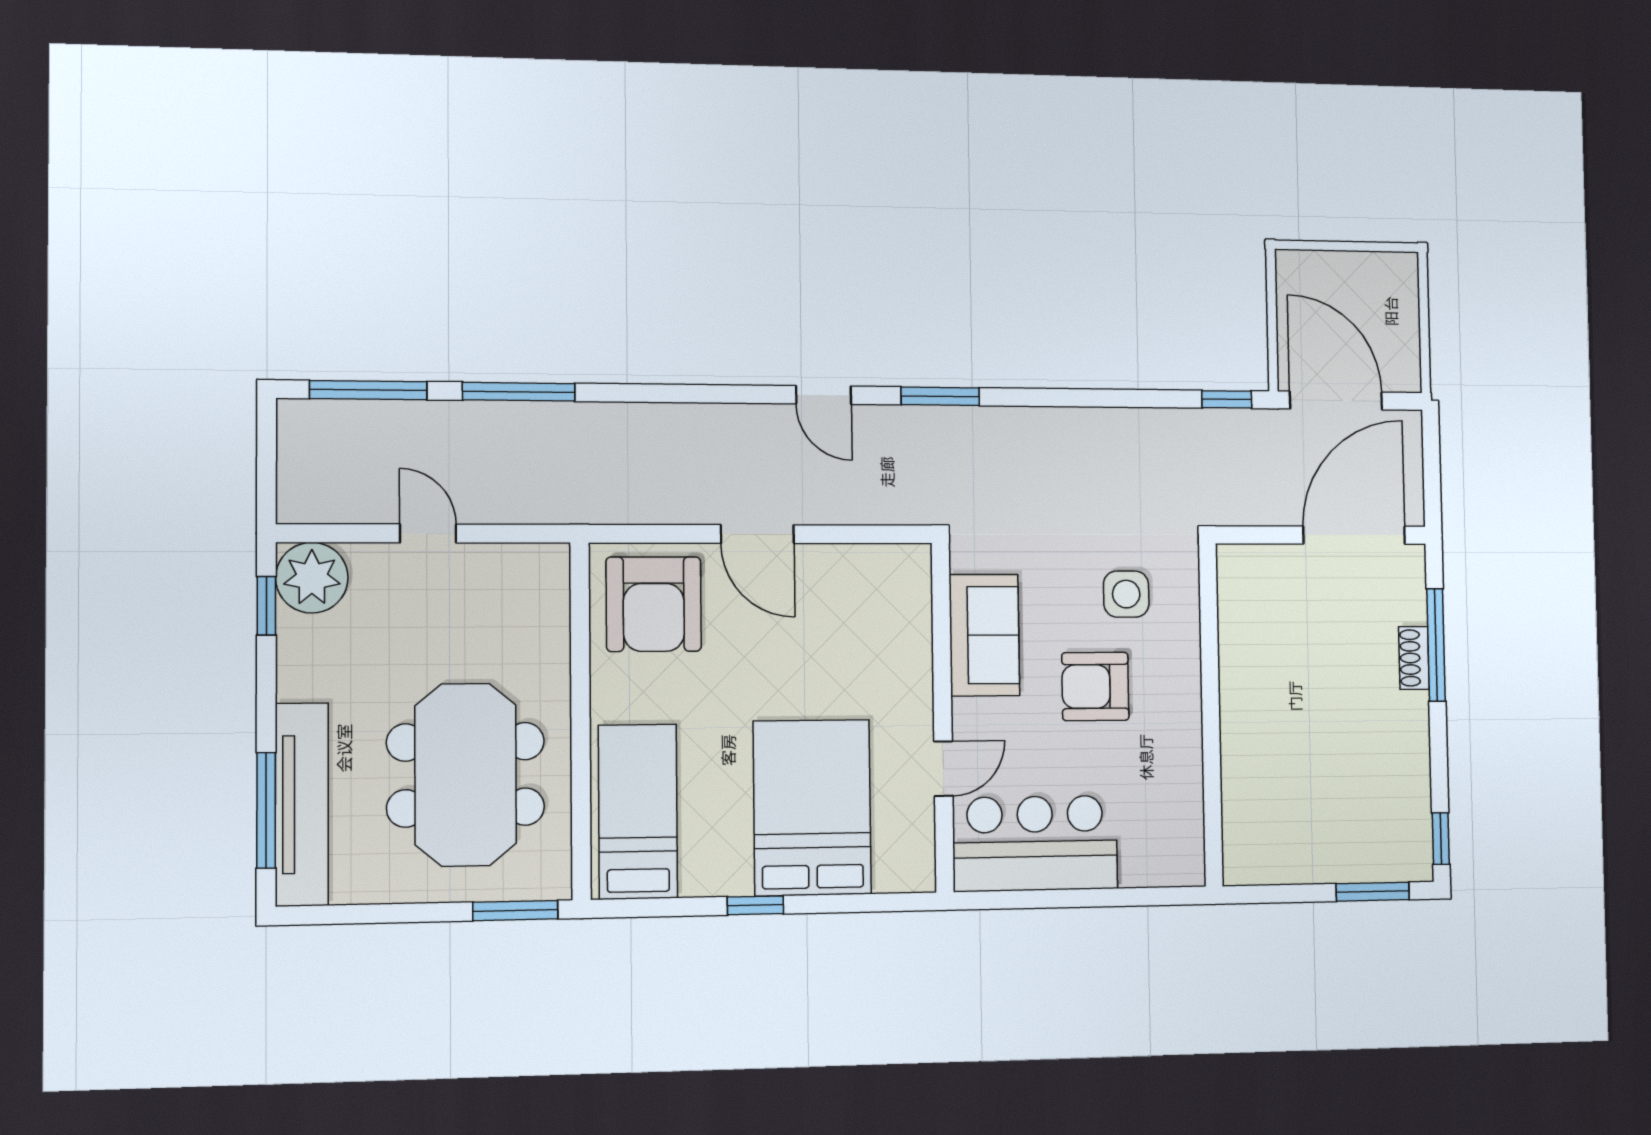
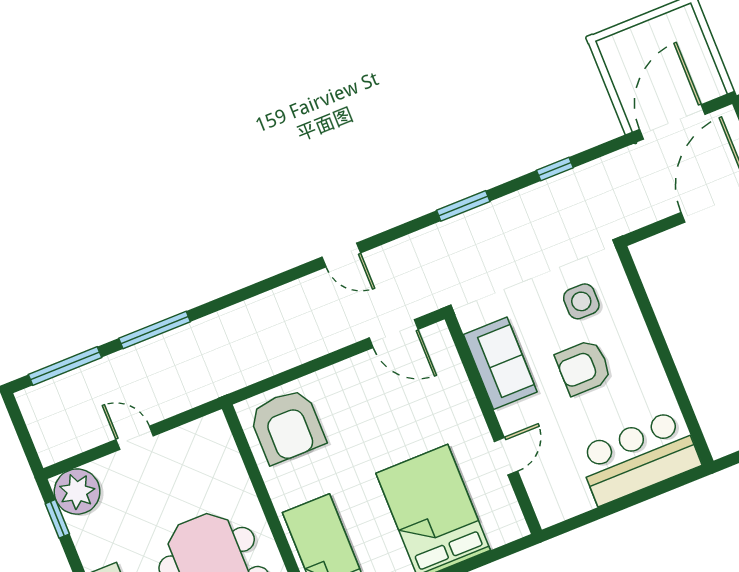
window: (940, 396) -> (463, 206), moved
window: (1227, 399) -> (555, 169), moved
door: (1336, 400) -> (672, 122), hinge flipped
door: (757, 534) -> (394, 334), moved
bar counter: (1035, 843) -> (639, 457), moved

